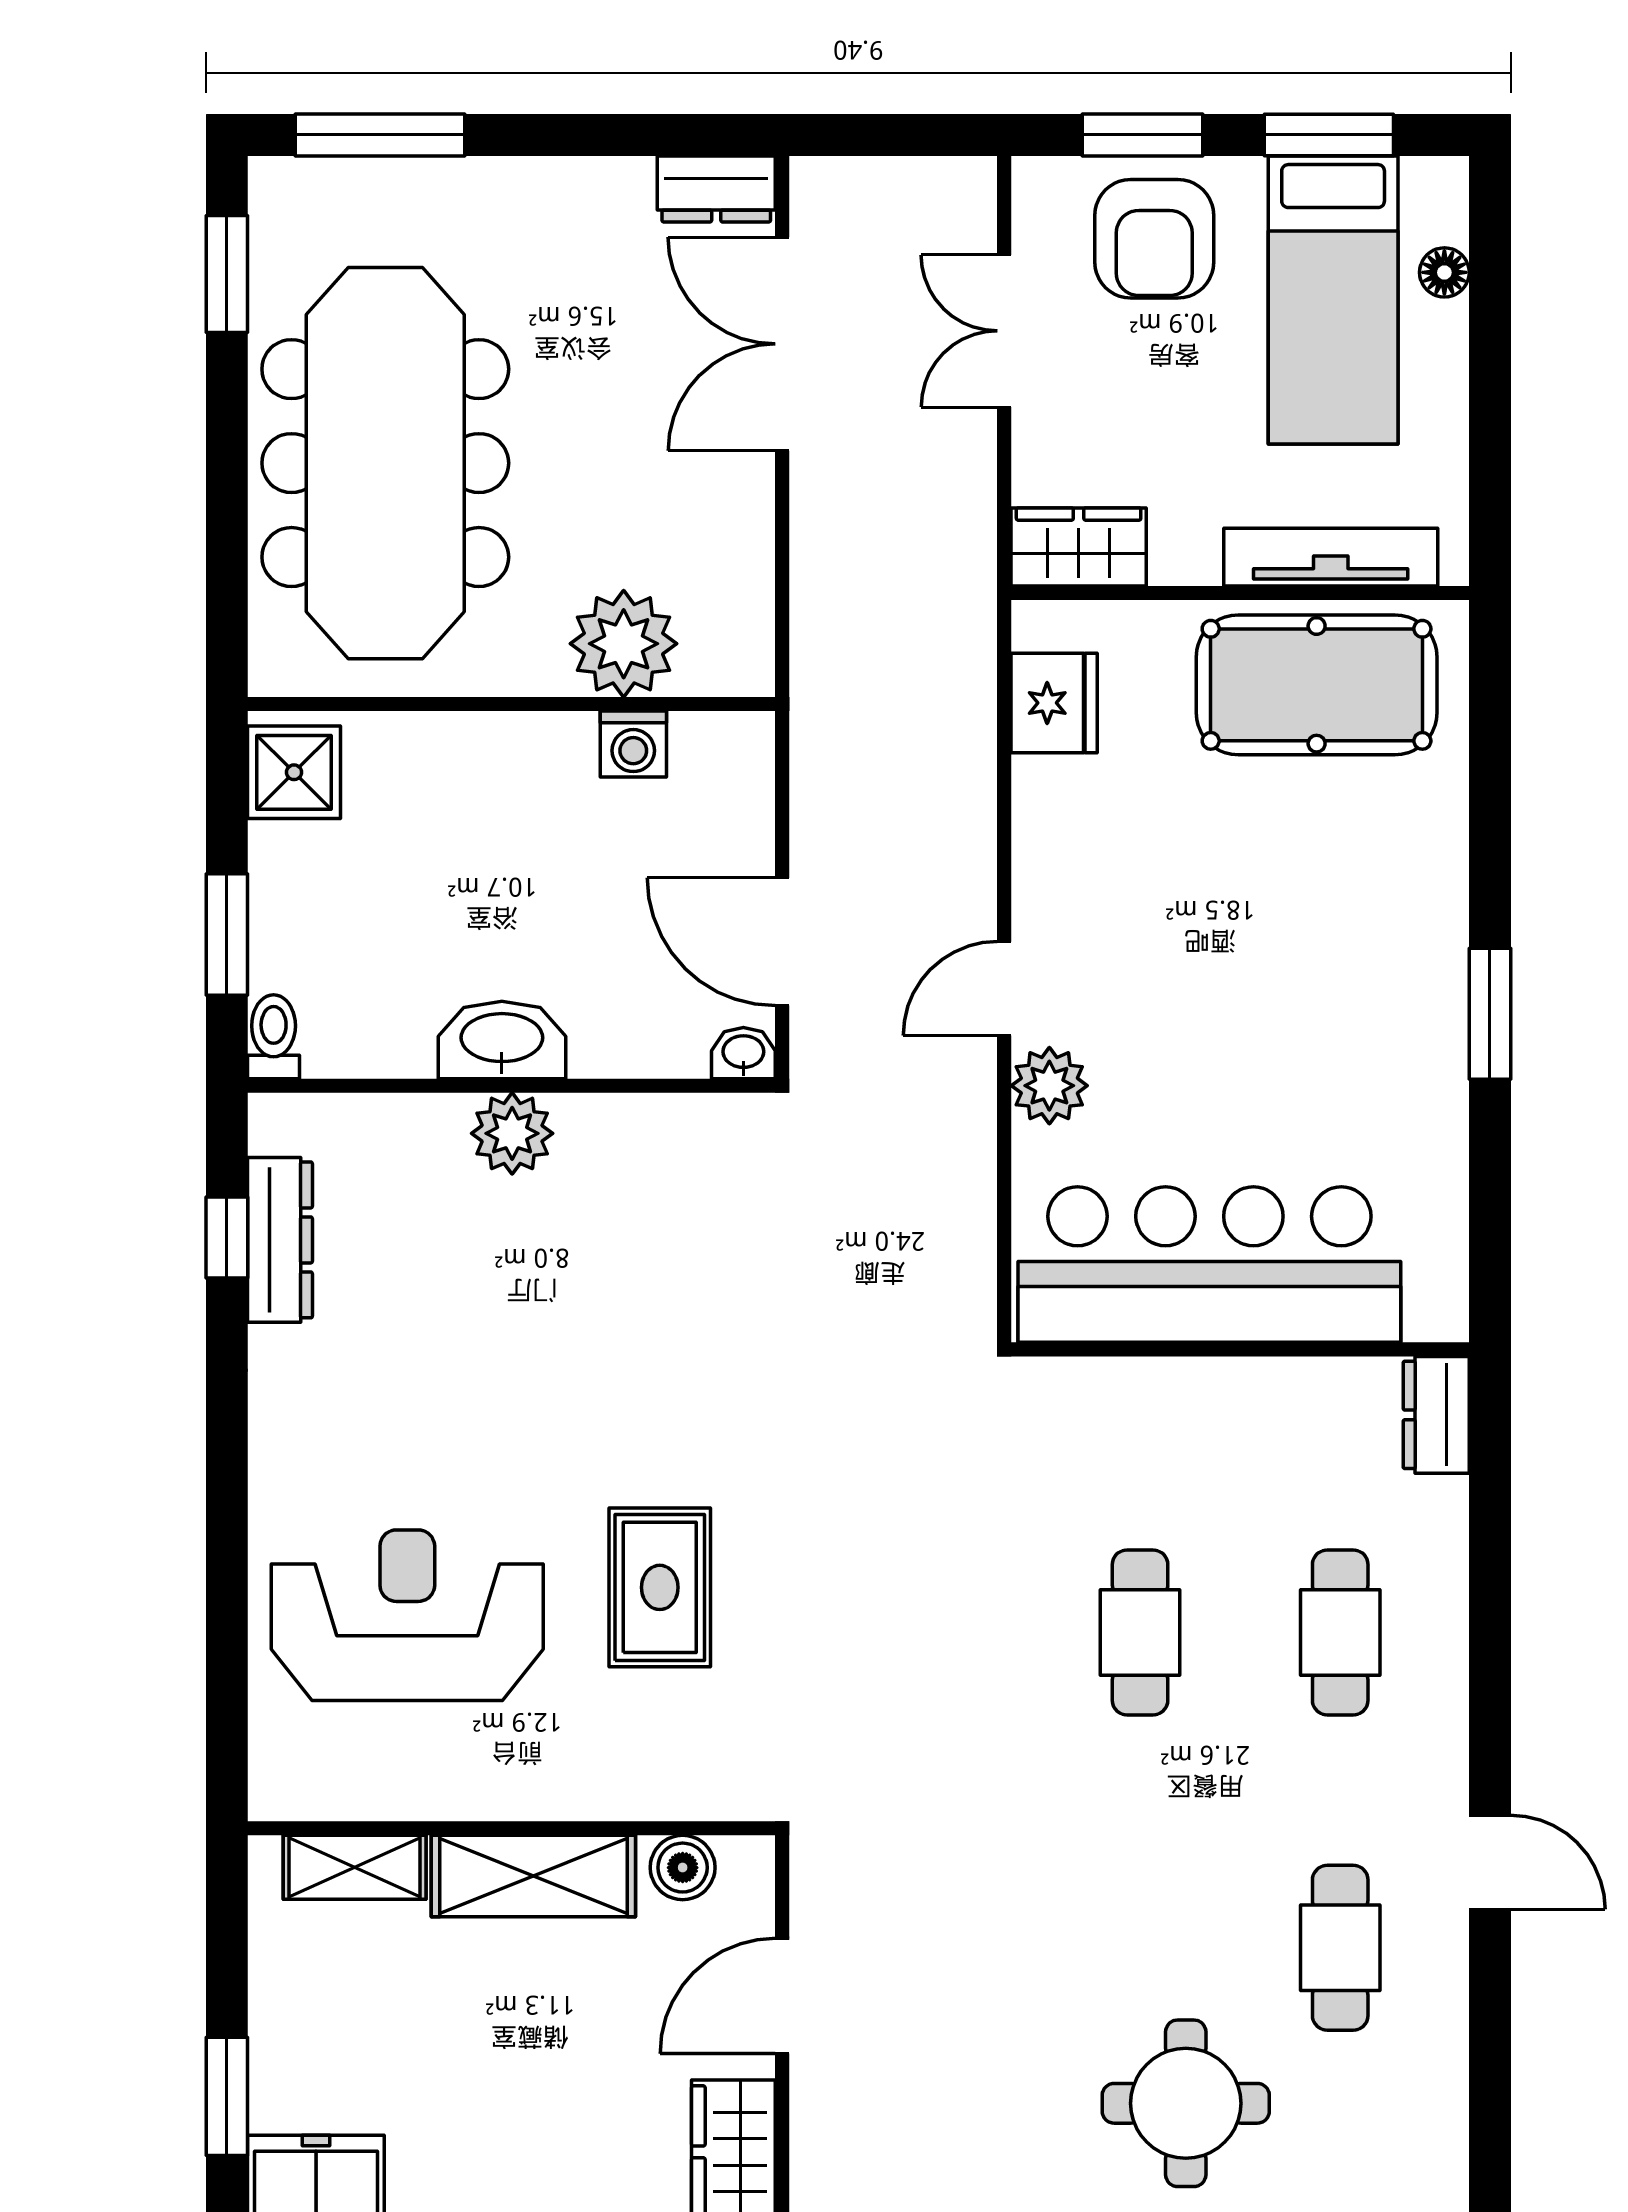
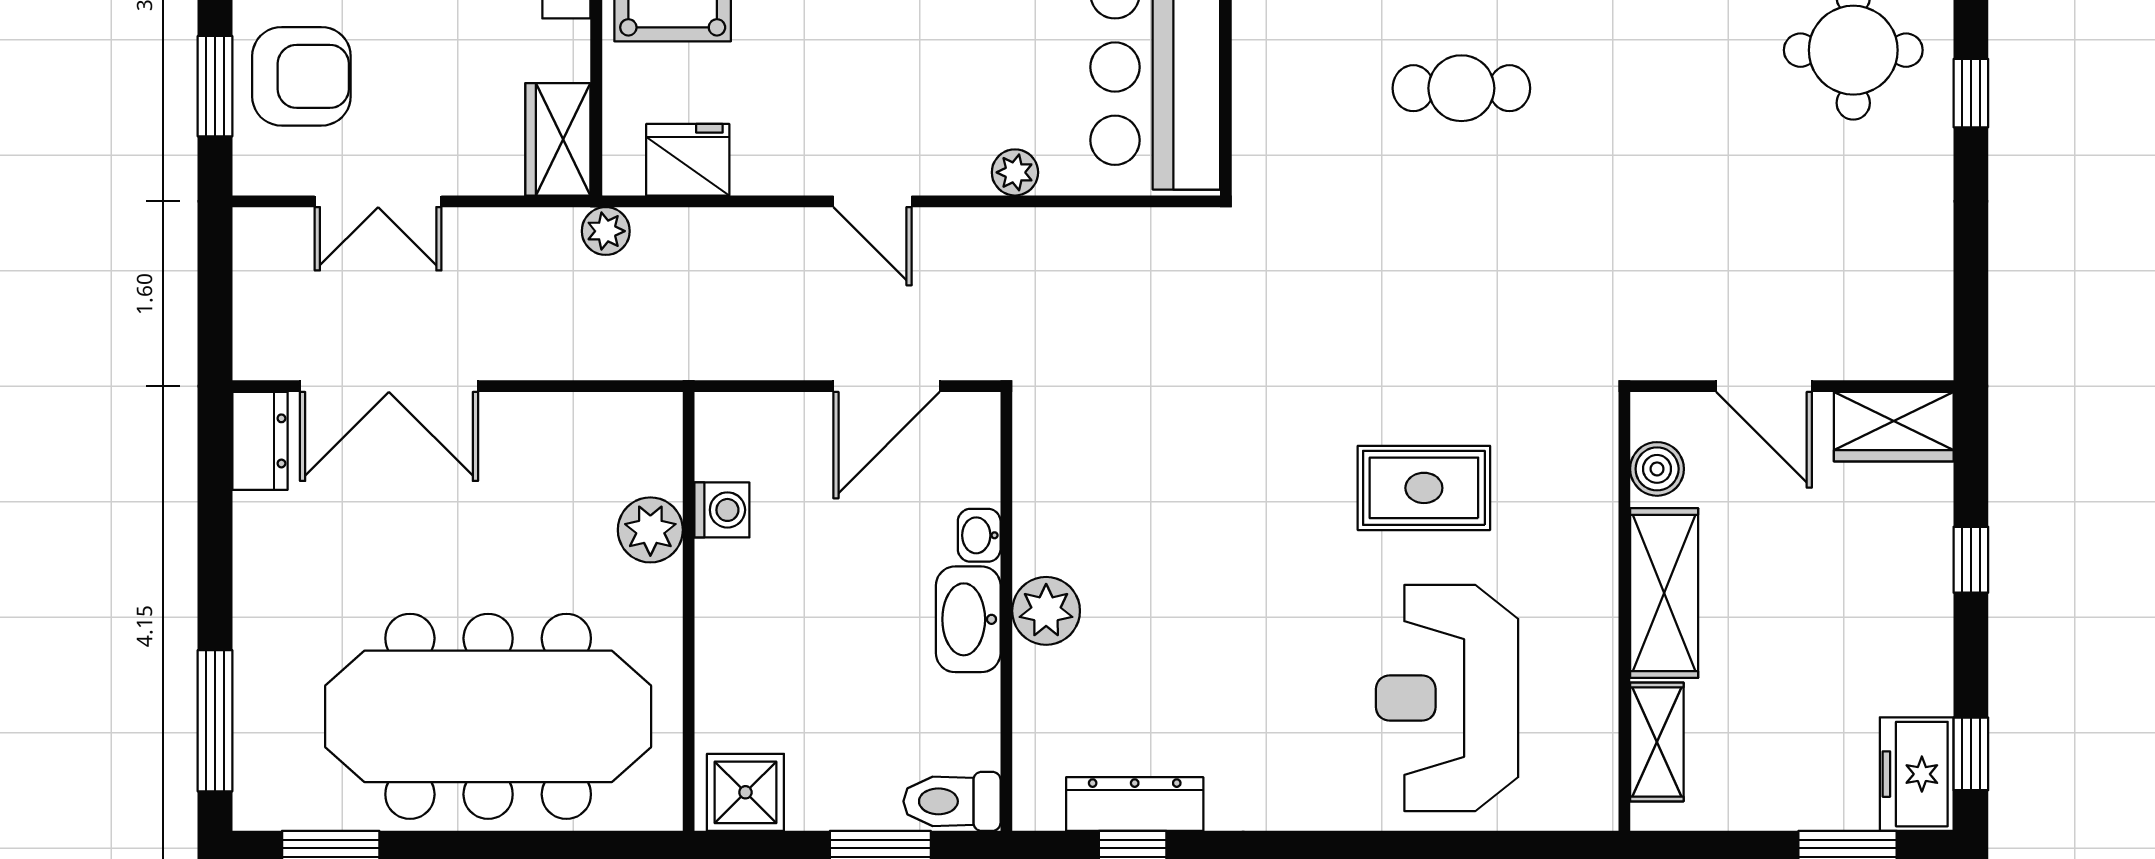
plant: (968, 604) -> (606, 231), added
plant: (624, 644) -> (650, 530), width x0.73, depth x0.73
door: (1004, 989) -> (873, 201), moved
toilet: (274, 1037) -> (952, 801), width x1.37, depth x1.39
washbasin: (743, 1053) -> (979, 535), moved
plant: (1049, 1086) -> (1015, 172), width x0.73, depth x0.73

